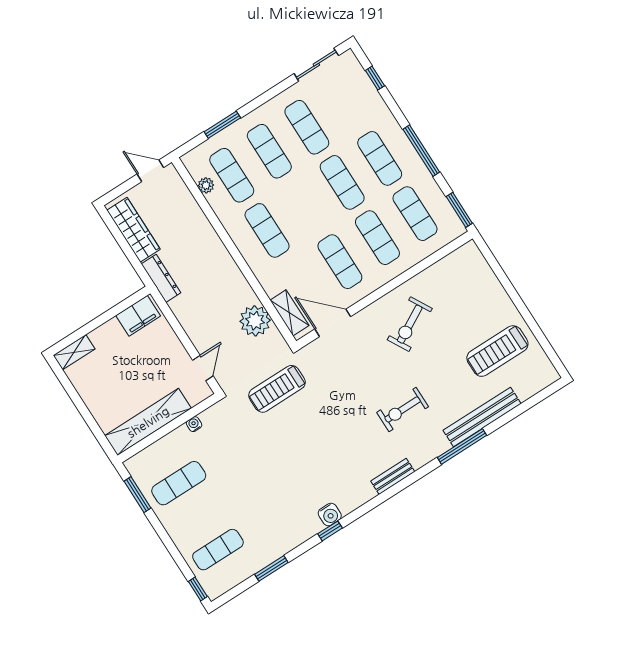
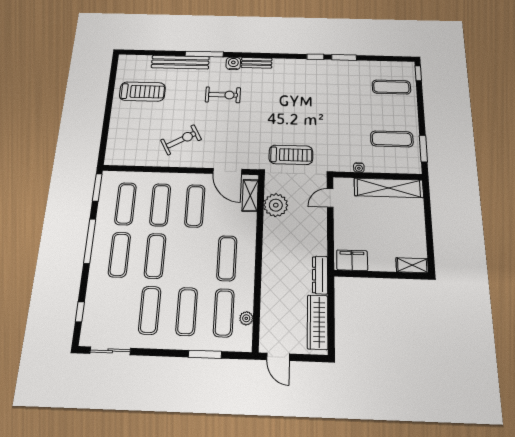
water cooler: (330, 515) -> (233, 63), moved
window: (271, 568) -> (344, 57), moved

